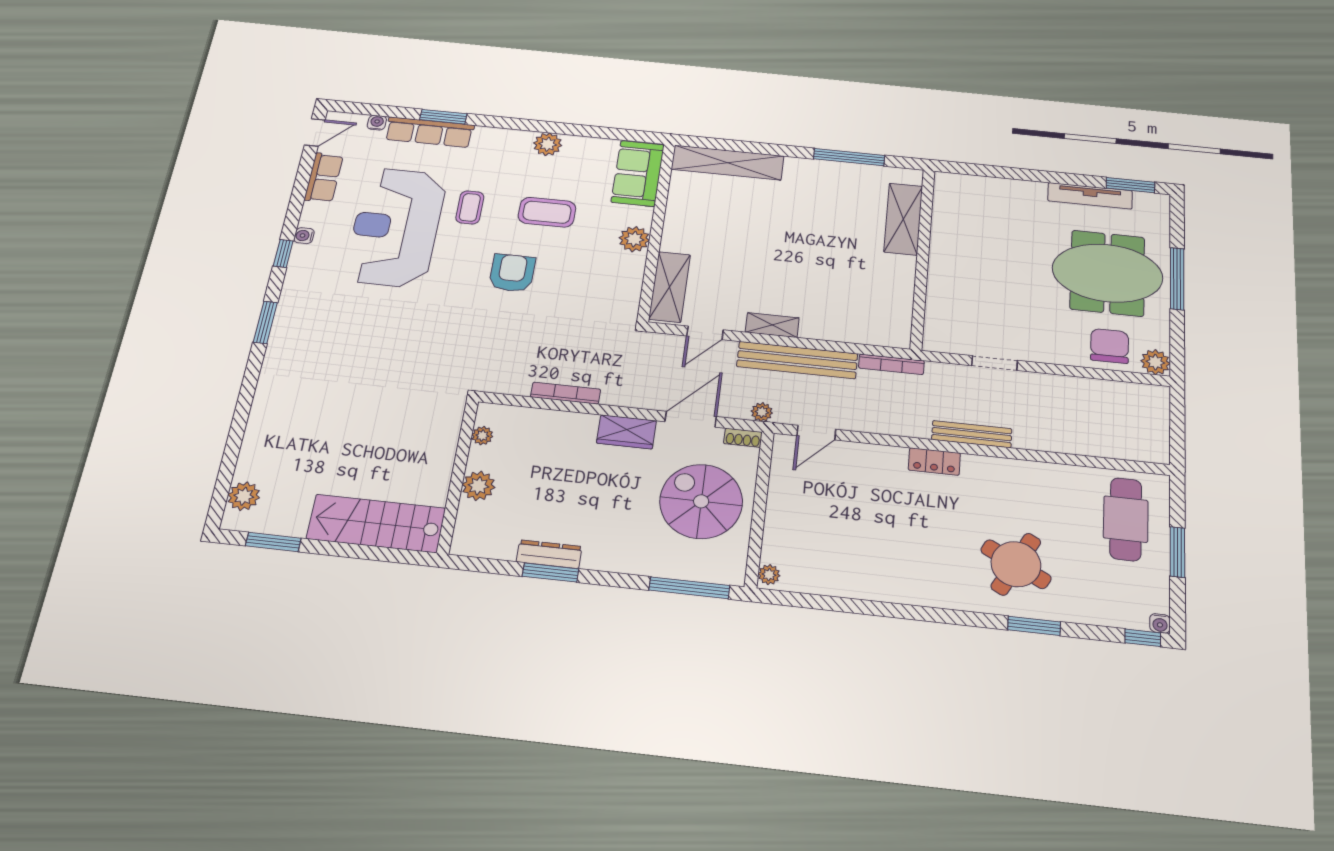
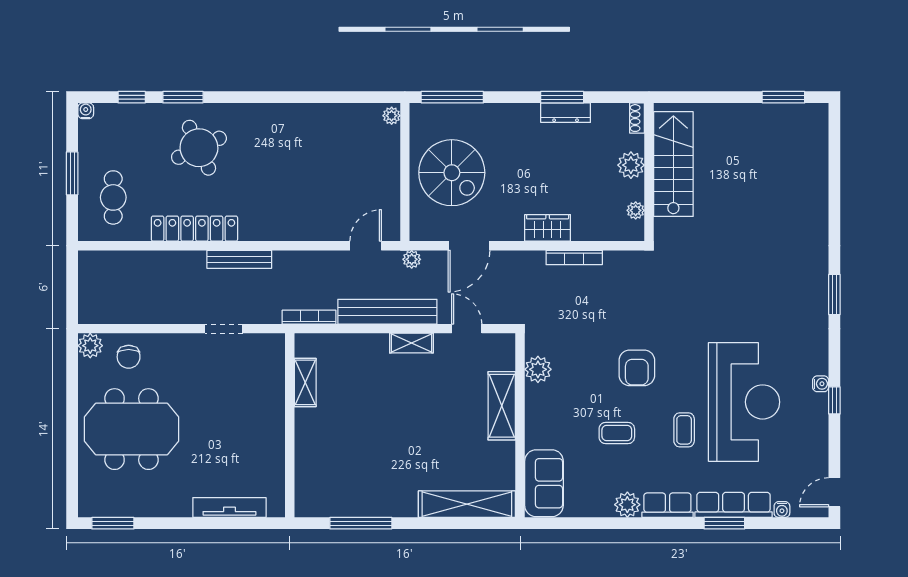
row of seats: (324, 178) -> (667, 505), moved, turned 90
tv unit: (1090, 196) -> (229, 508), moved
coffee table: (547, 212) -> (617, 433), width x0.73, depth x0.77
shelving: (903, 219) -> (305, 382), moved, width x0.67, depth x0.75
plant: (634, 239) -> (538, 369), moved
window: (283, 253) -> (834, 400), moved
window: (1177, 279) -> (72, 431), removed
shelving: (670, 287) -> (502, 406), moved
door: (705, 333) -> (467, 329), hinge flipped
chair: (1110, 346) -> (129, 357), width x0.73, depth x0.73
wardrobe: (626, 432) -> (548, 228), moved
shoe rack: (743, 438) -> (637, 118), moved, turned -90
locker: (934, 461) -> (194, 229), moved, width x2.16, depth x1.21
plant: (244, 496) -> (816, 134), removed
cafe table: (1126, 519) -> (113, 197), width x0.73, depth x0.74
stairs: (376, 523) -> (673, 164), moved, turned -90
round table: (1016, 564) -> (199, 148), turned 37
window: (1143, 638) -> (132, 97), moved

